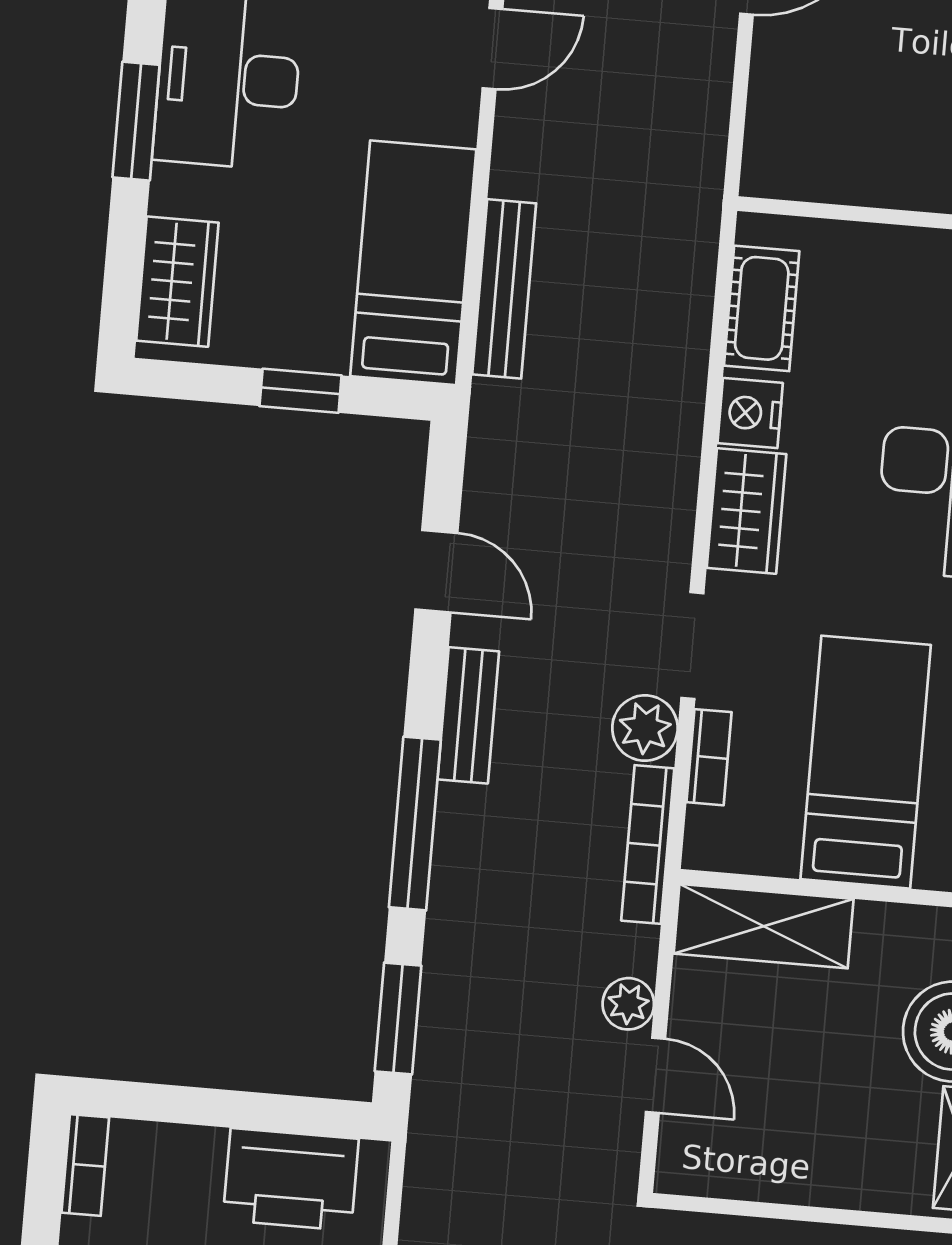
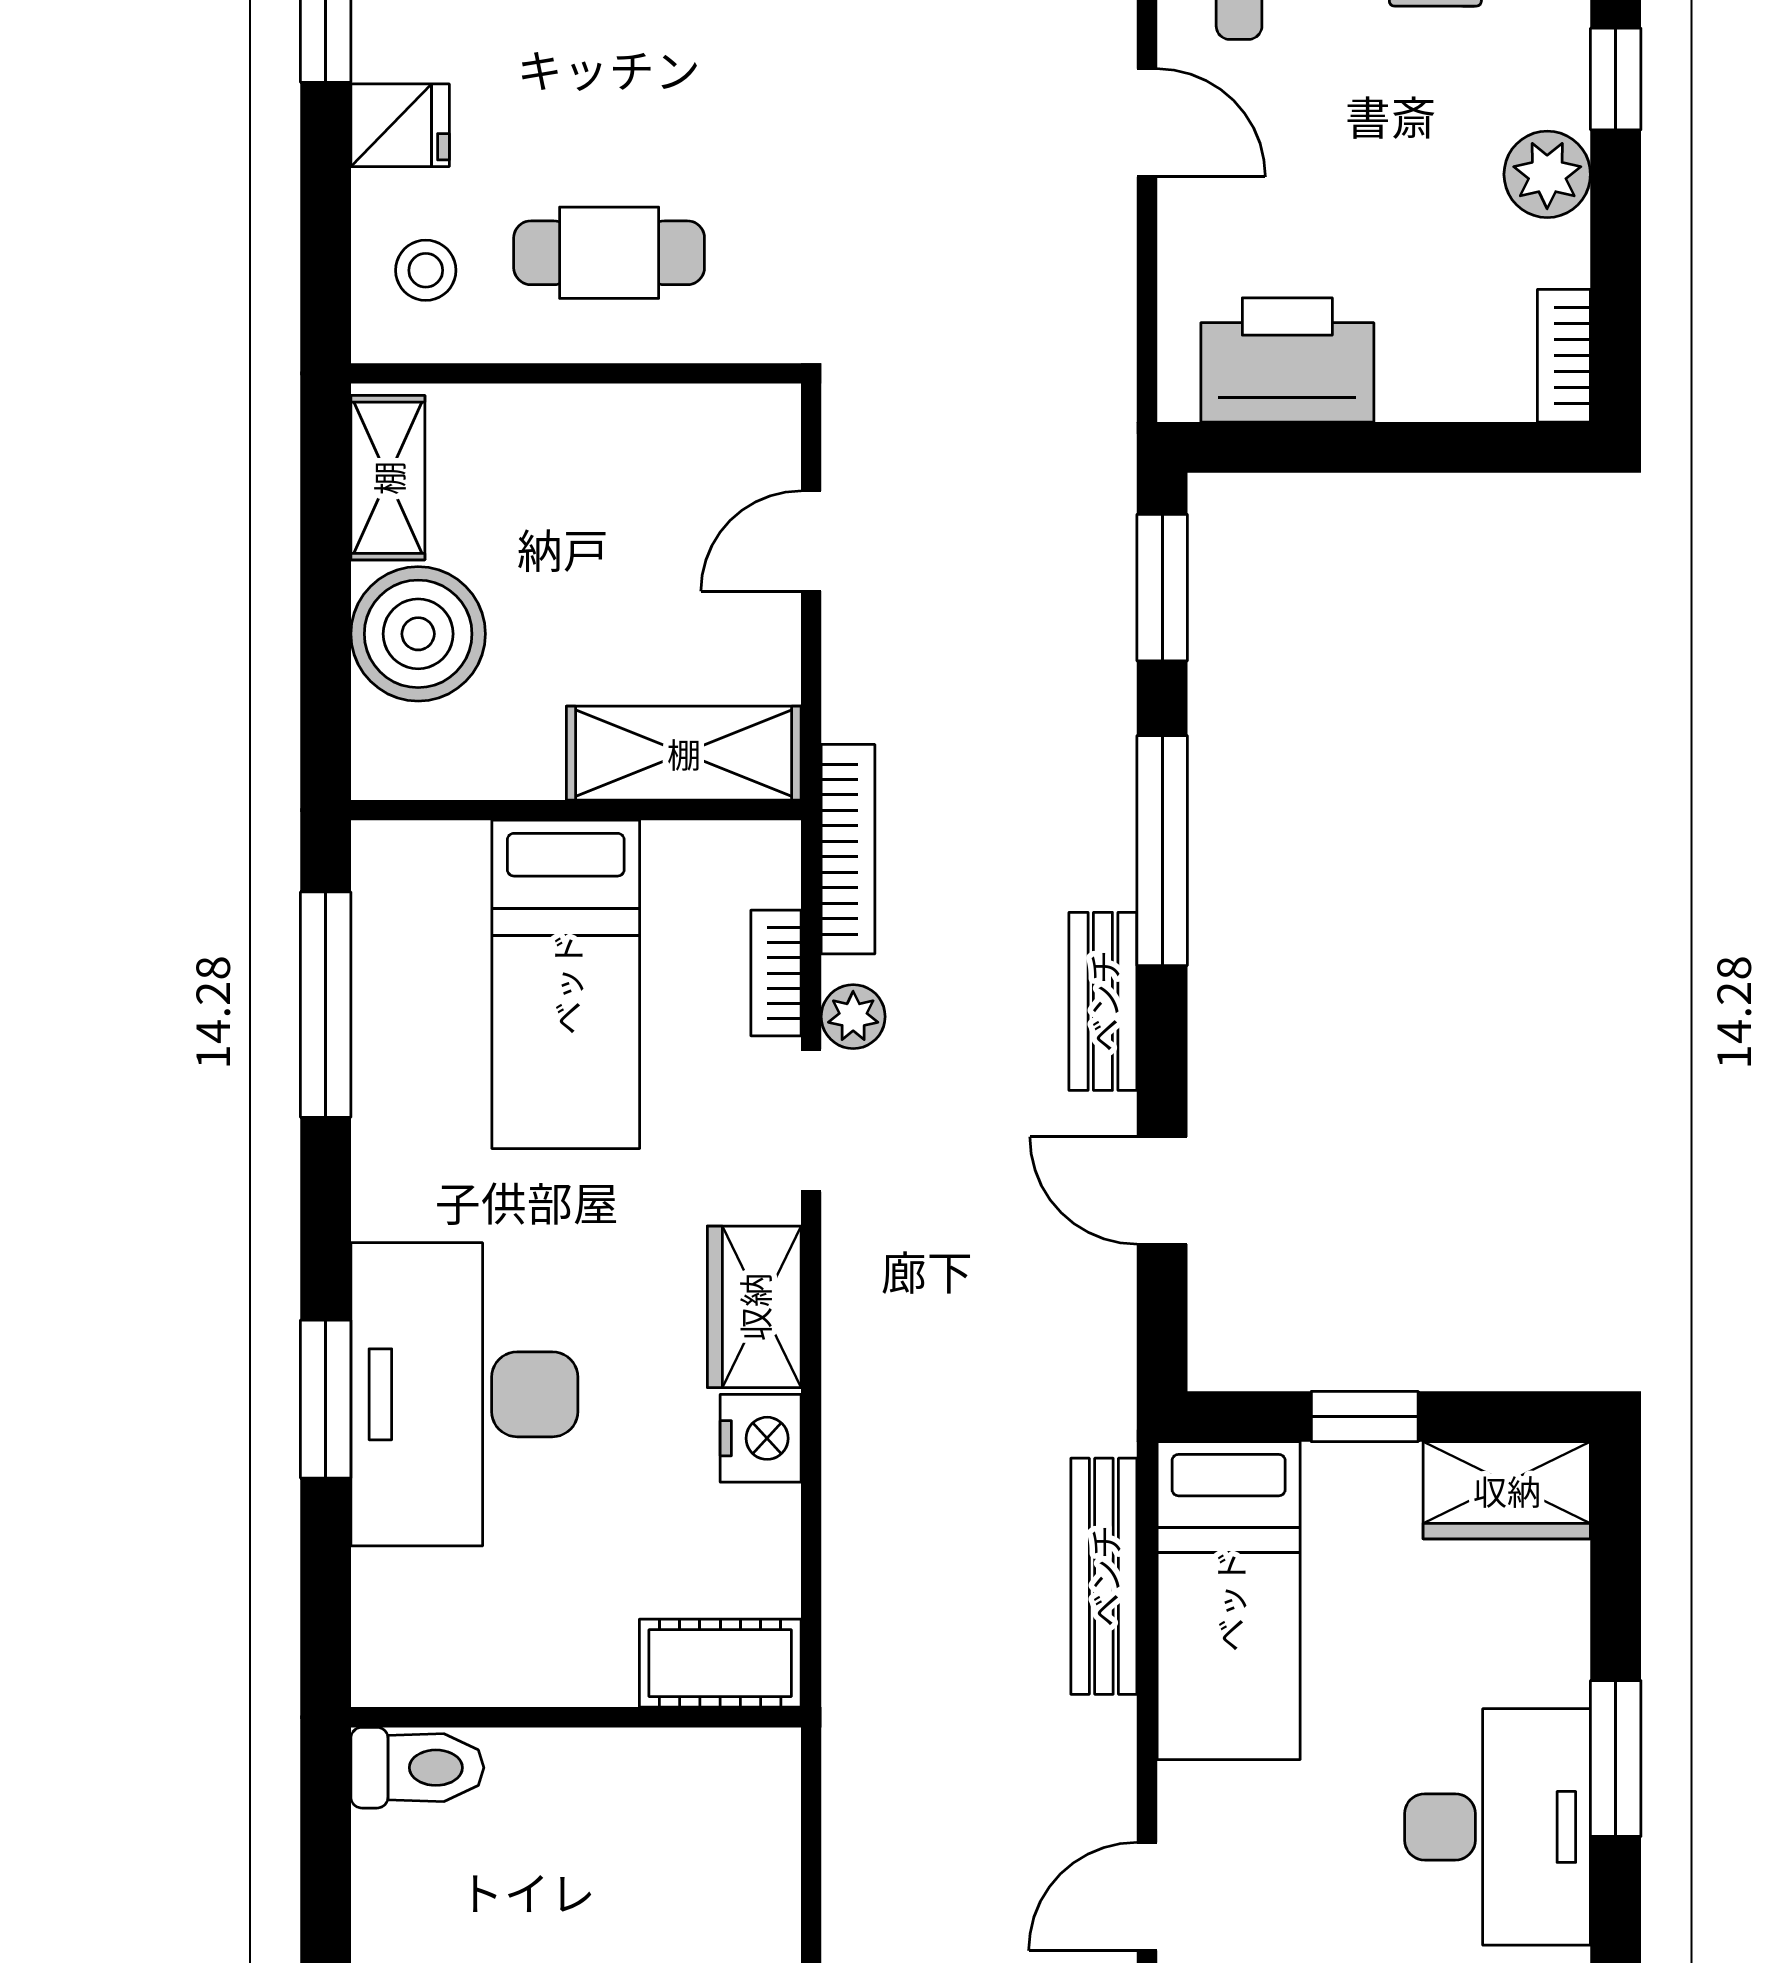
wardrobe: (177, 282) -> (1507, 1490), moved, turned -90
cot: (762, 308) -> (720, 1663), moved, turned 90
plant: (645, 728) -> (853, 1017), width x0.73, depth x0.73
plant: (628, 1004) -> (856, 634), removed
door: (656, 1075) -> (811, 541), hinge flipped

